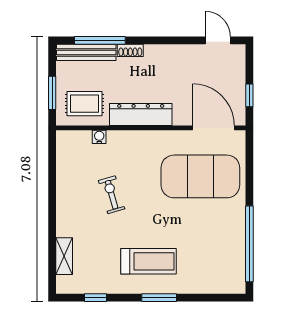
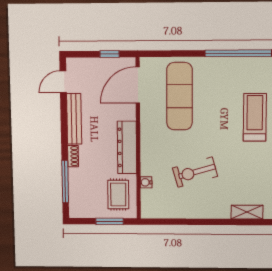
bench: (86, 52) -> (74, 119), moved
exercise mat: (200, 176) -> (179, 96), width x0.68
exercise bike: (112, 195) -> (195, 172), width x1.38, depth x1.39
treadmill: (148, 261) -> (255, 117), moved

